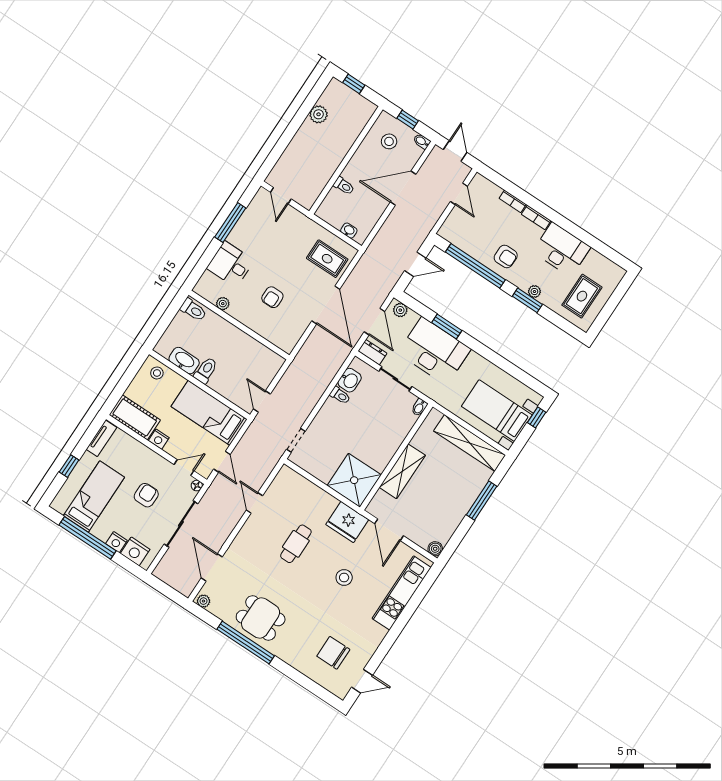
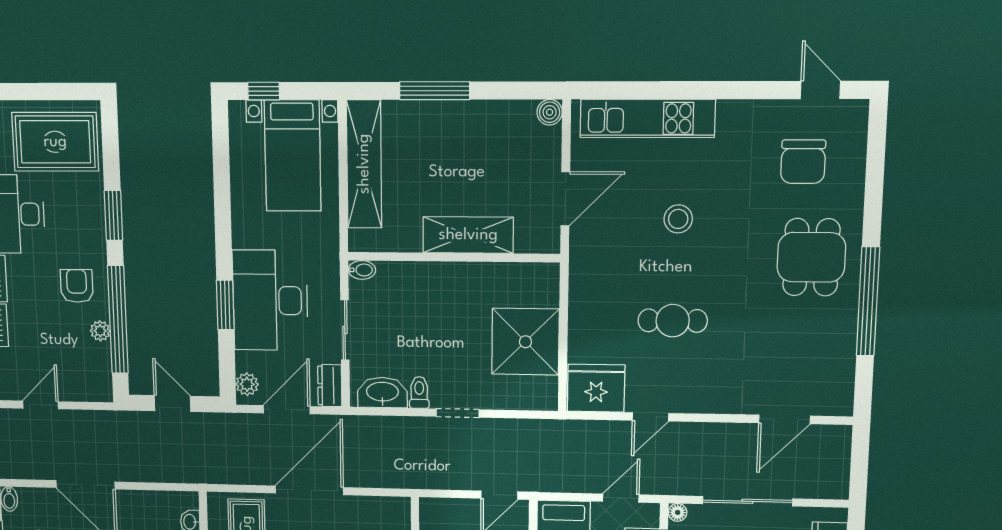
plant: (534, 292) -> (100, 331), moved
rug: (582, 296) -> (55, 142), width x1.36, depth x1.43
washbasin: (350, 380) -> (382, 393), width x1.38
doorway: (296, 440) -> (458, 413), moved
shower: (354, 480) -> (525, 342), moved
fridge: (347, 522) -> (596, 388), moved, turned -90
plant: (203, 601) -> (843, 401), removed
dining table: (261, 618) -> (811, 257), moved

